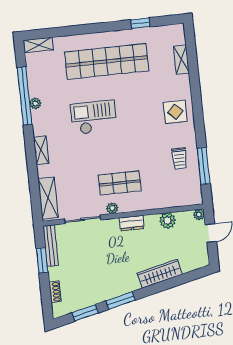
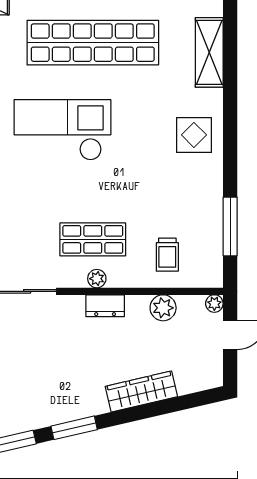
shelving: (181, 60) -> (209, 52), width x1.50, depth x1.33
checkout: (94, 117) -> (62, 130), width x1.36, depth x1.21
trolley: (179, 158) -> (167, 255), moved
plant: (112, 208) -> (97, 279), moved

